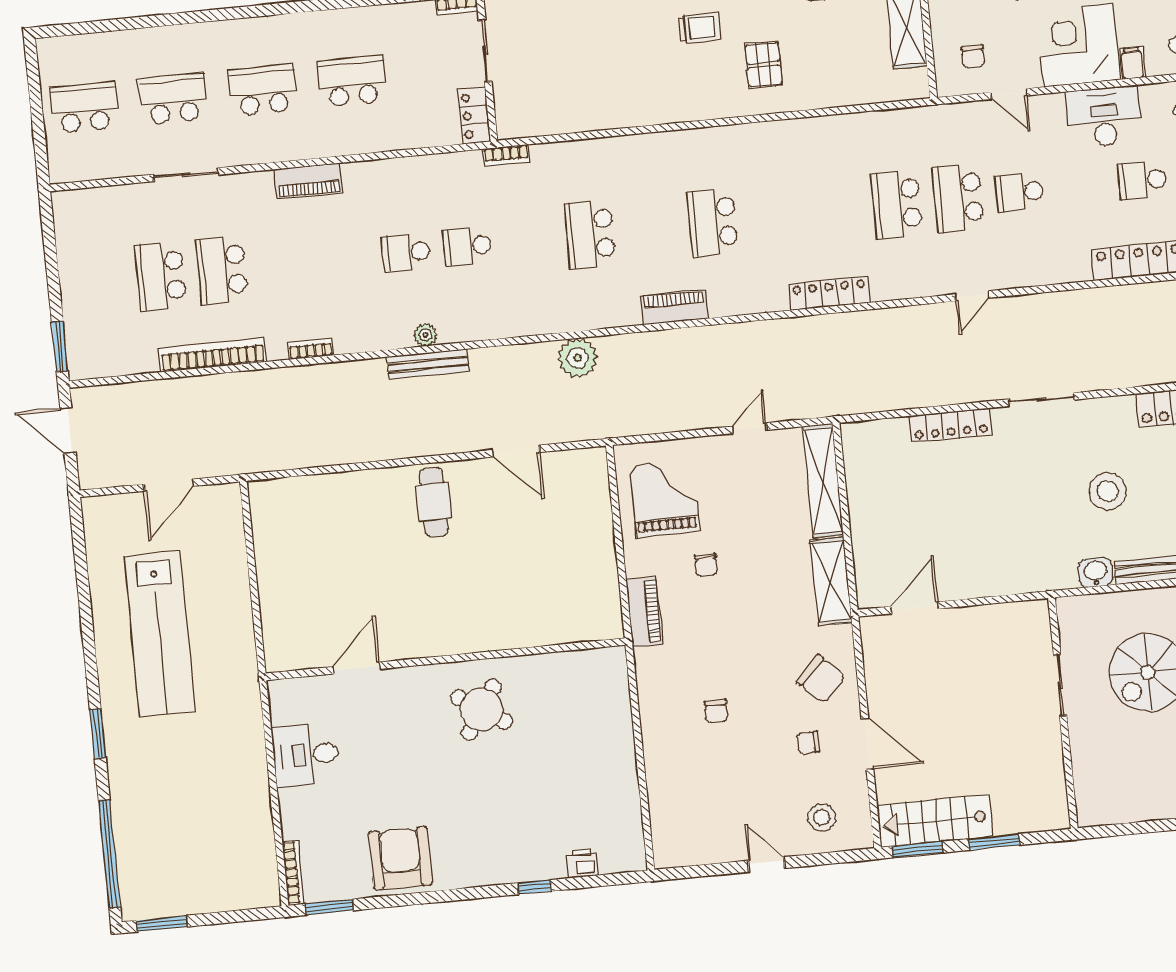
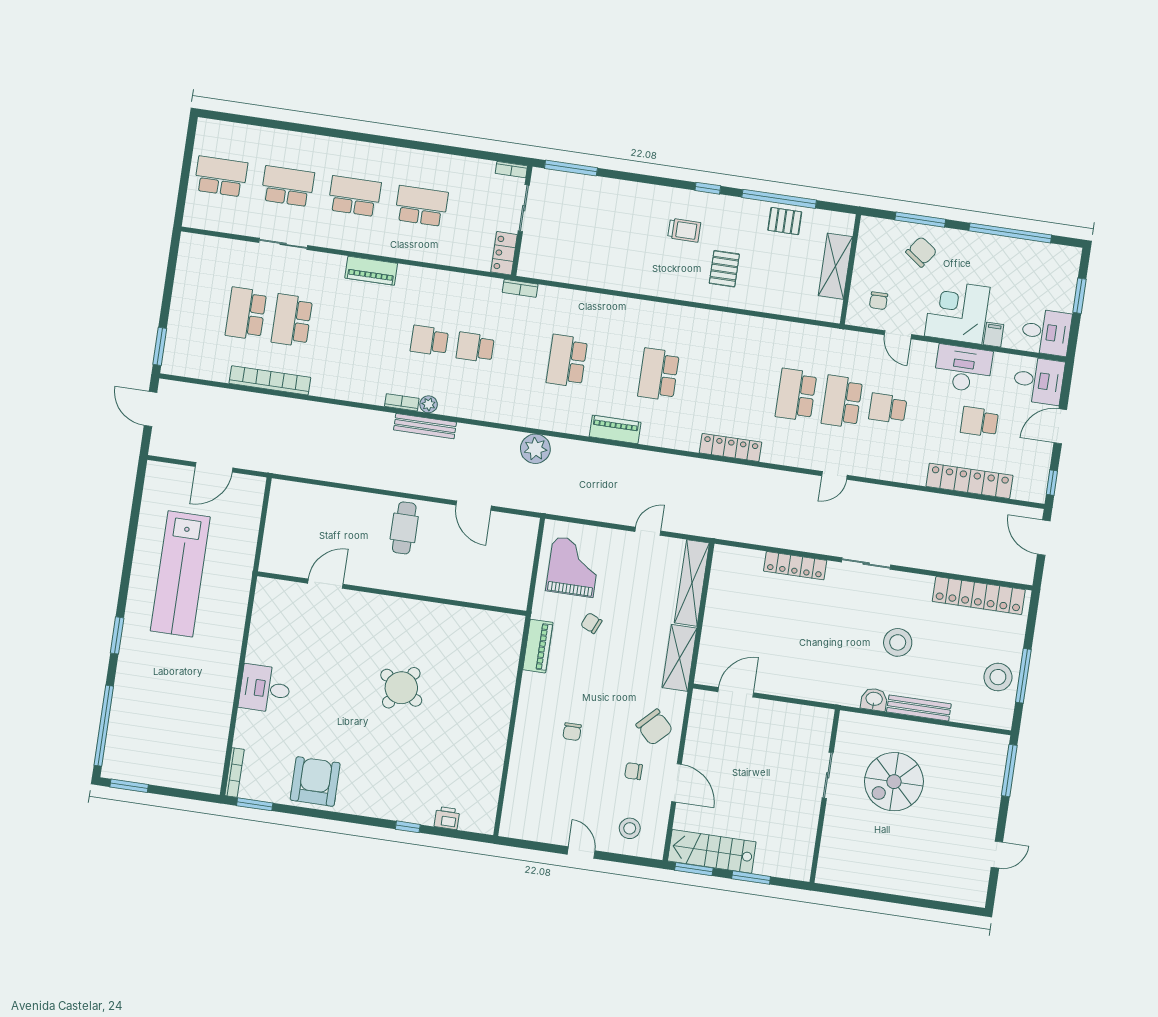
bookcase: (311, 349) -> (402, 402), moved
chair: (706, 565) -> (591, 623), turned 114
wall: (446, 659) -> (392, 594), moved
door: (357, 668) -> (325, 584), moved

